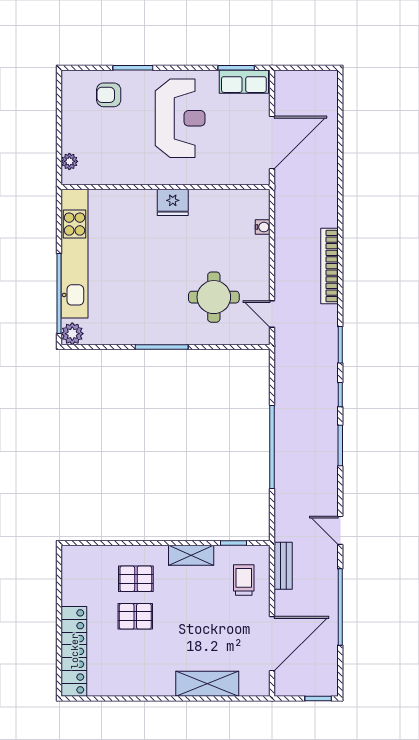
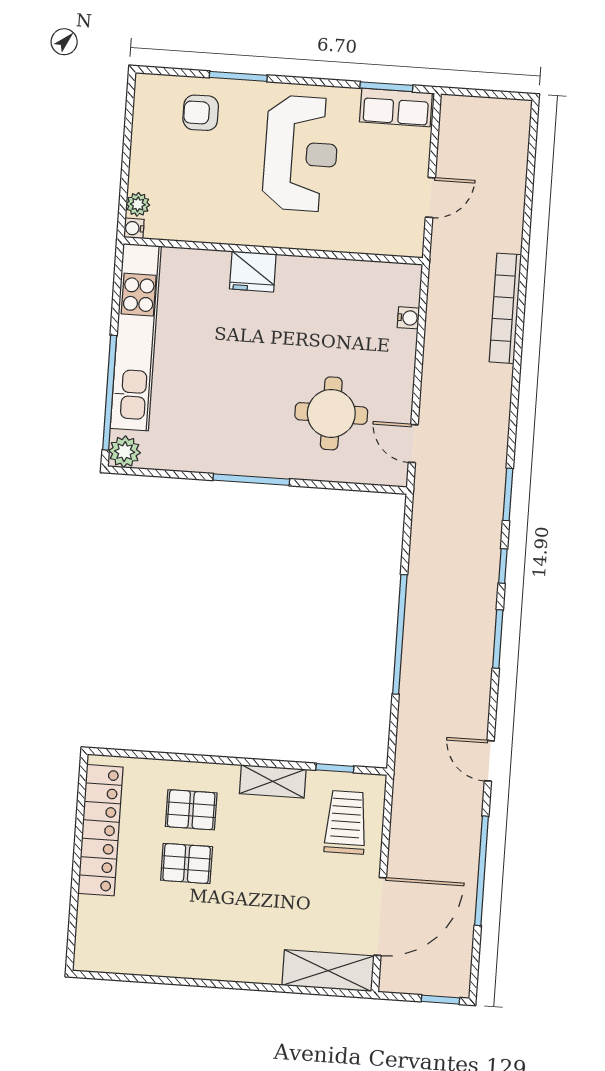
door: (272, 142) -> (430, 197), width x0.53
water cooler: (68, 178) -> (134, 228), added
fridge: (173, 202) -> (253, 272), moved
bookcase: (330, 266) -> (505, 308), moved
bench: (283, 566) -> (404, 806), removed
trolley: (244, 580) -> (346, 822), width x1.36, depth x1.39
locker: (74, 651) -> (100, 830), moved
shelving: (207, 684) -> (328, 971), moved

